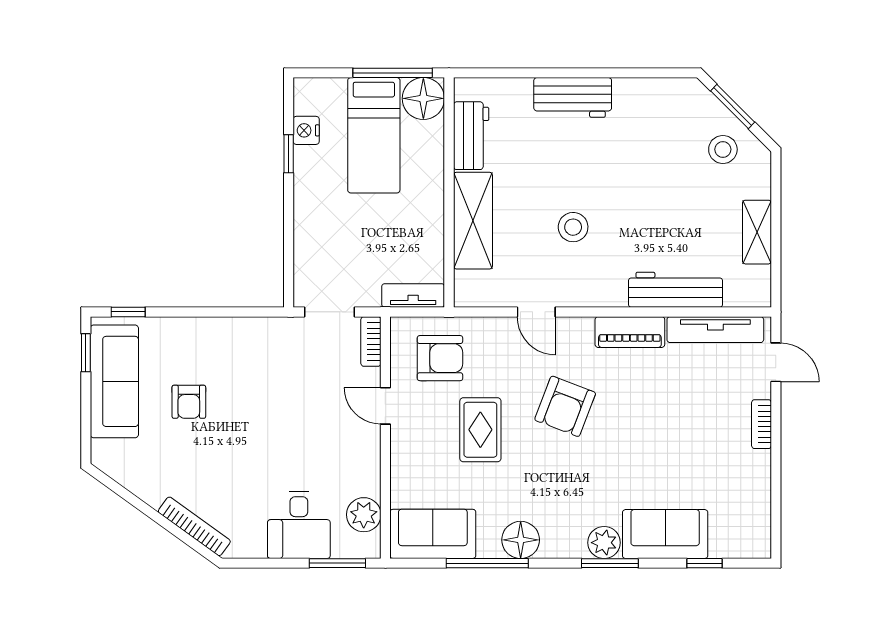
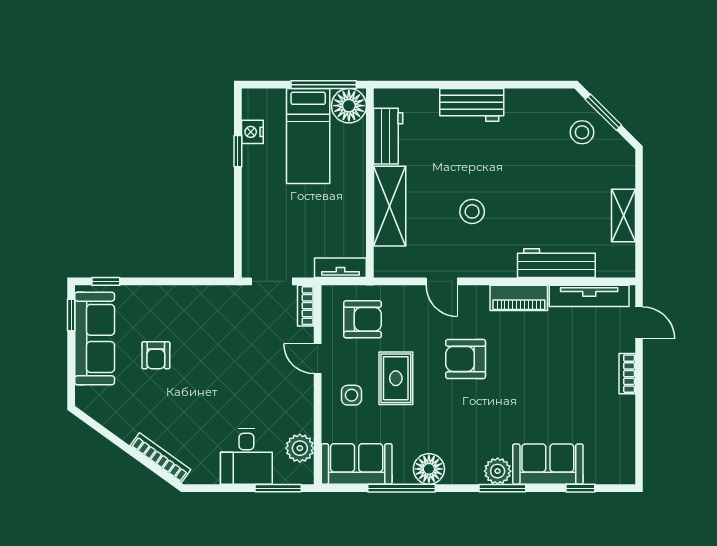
stool: (723, 149) -> (582, 132), moved
armchair: (565, 406) -> (466, 359), turned 69
side table: (427, 450) -> (351, 395), added

